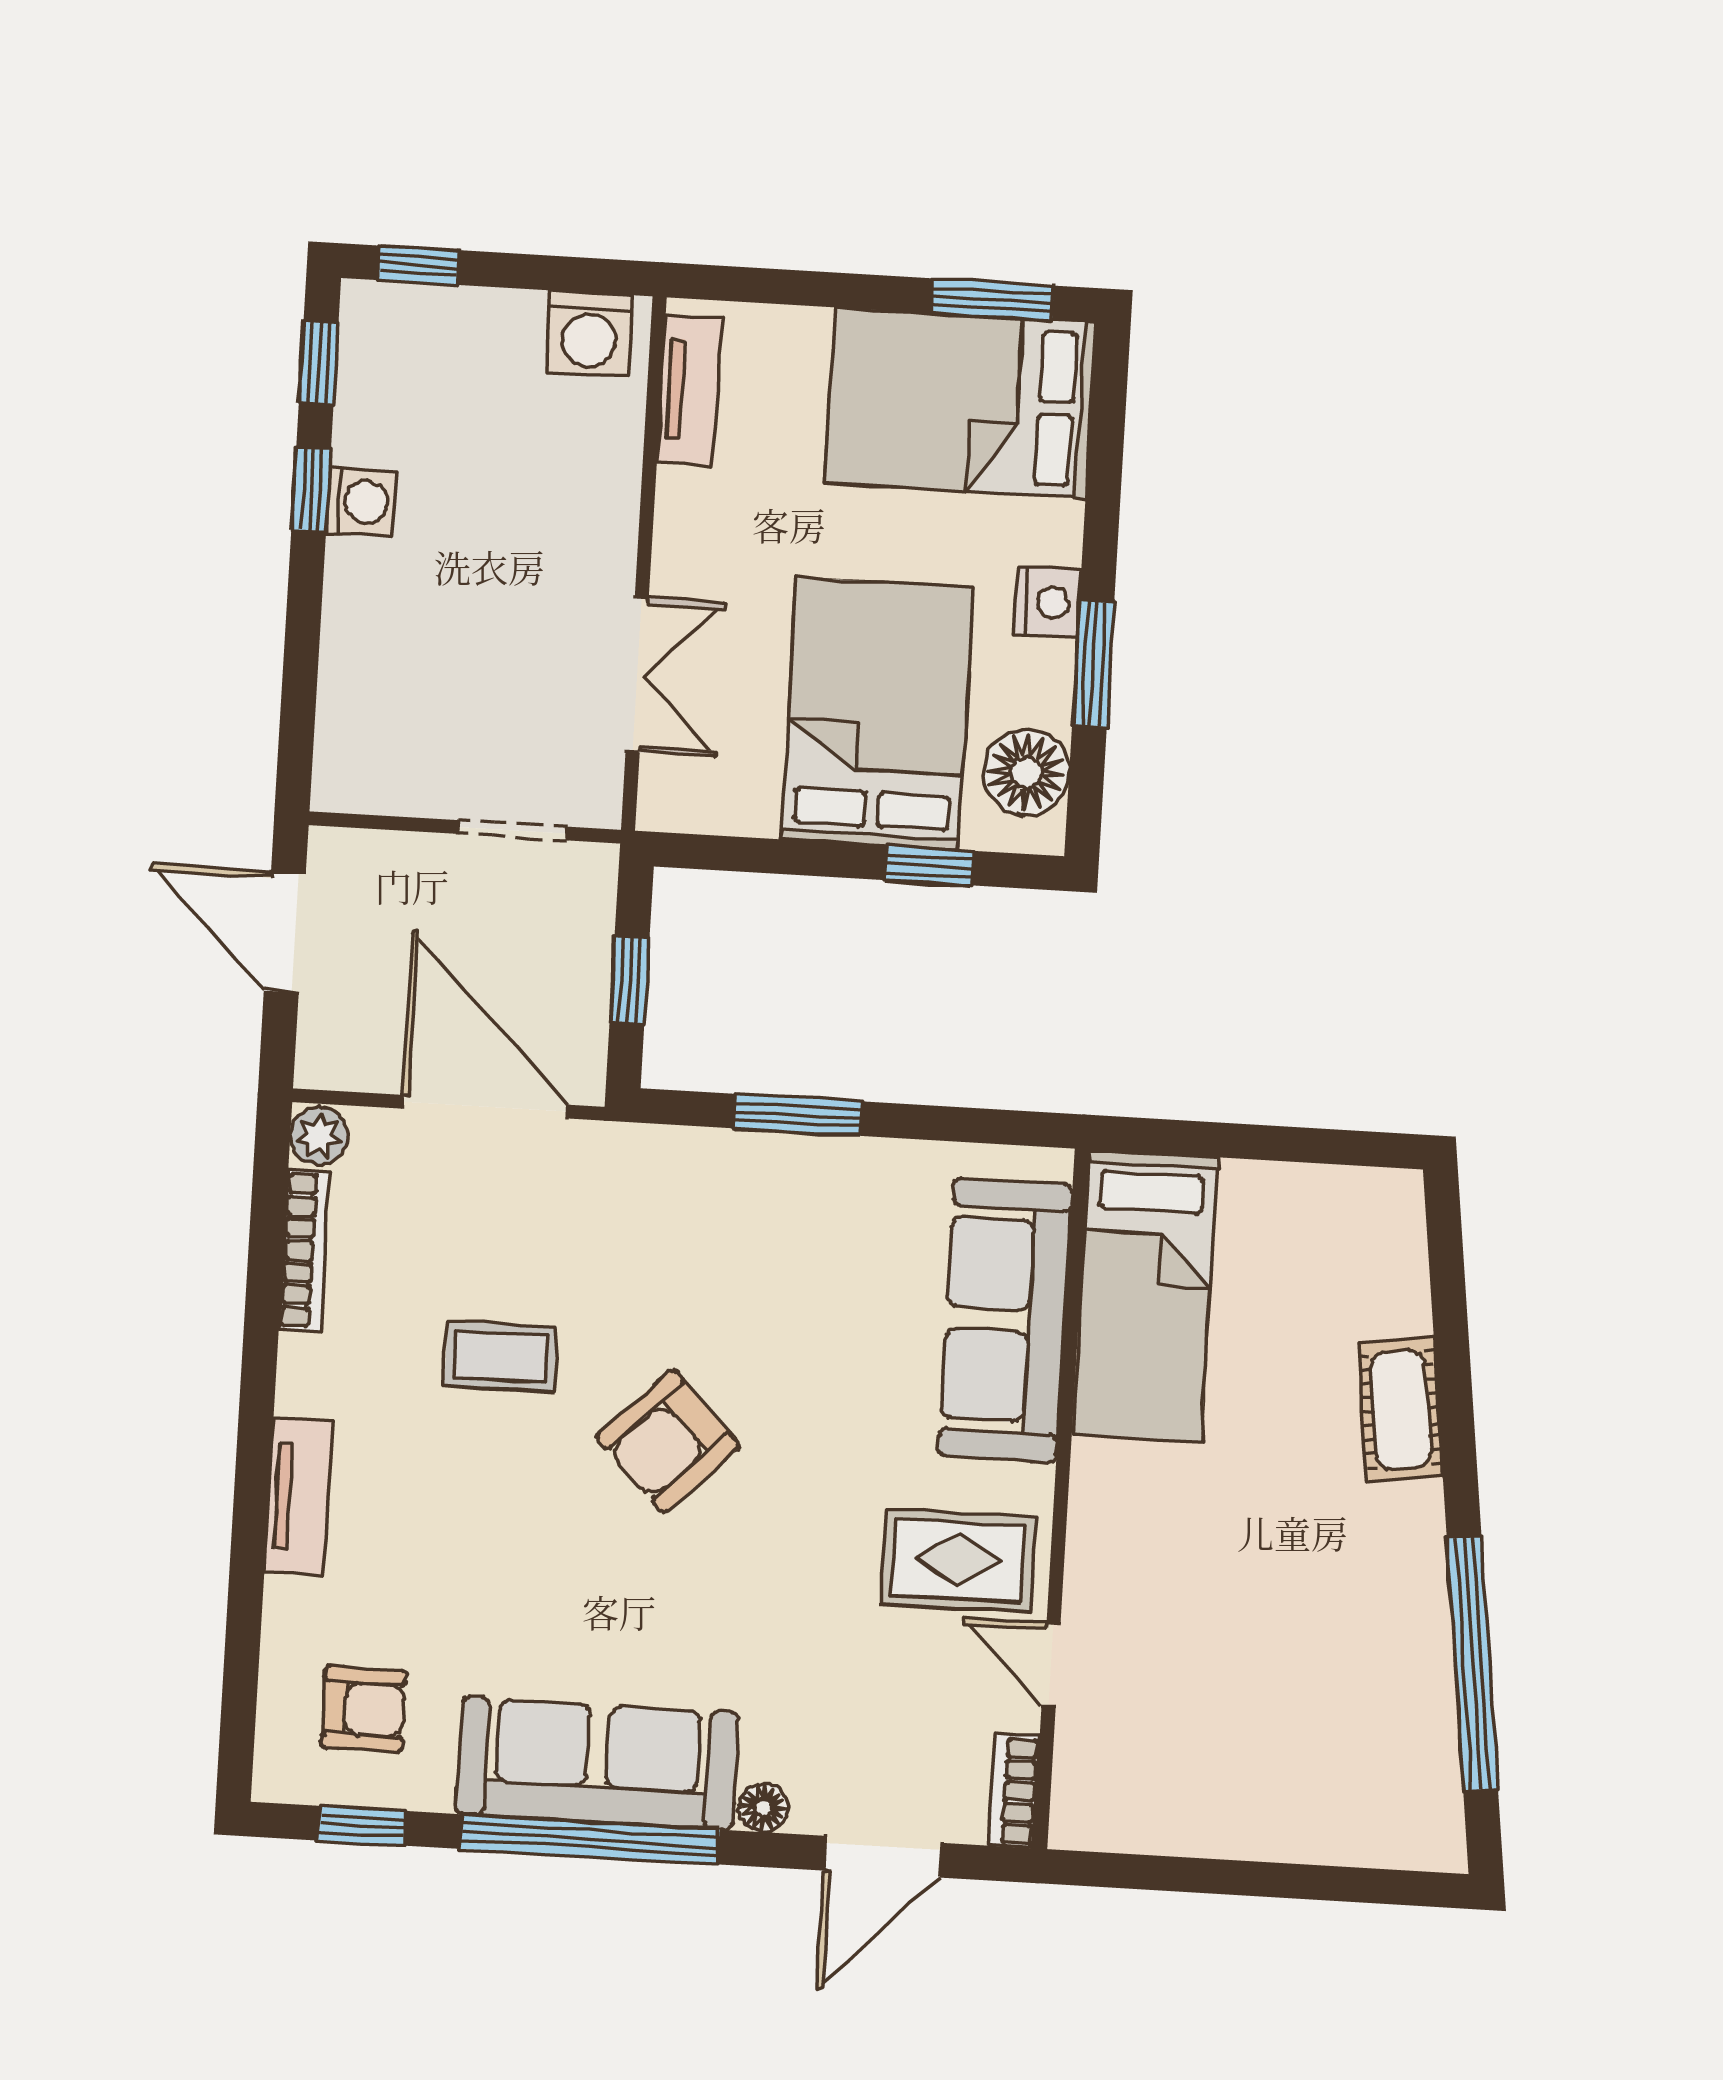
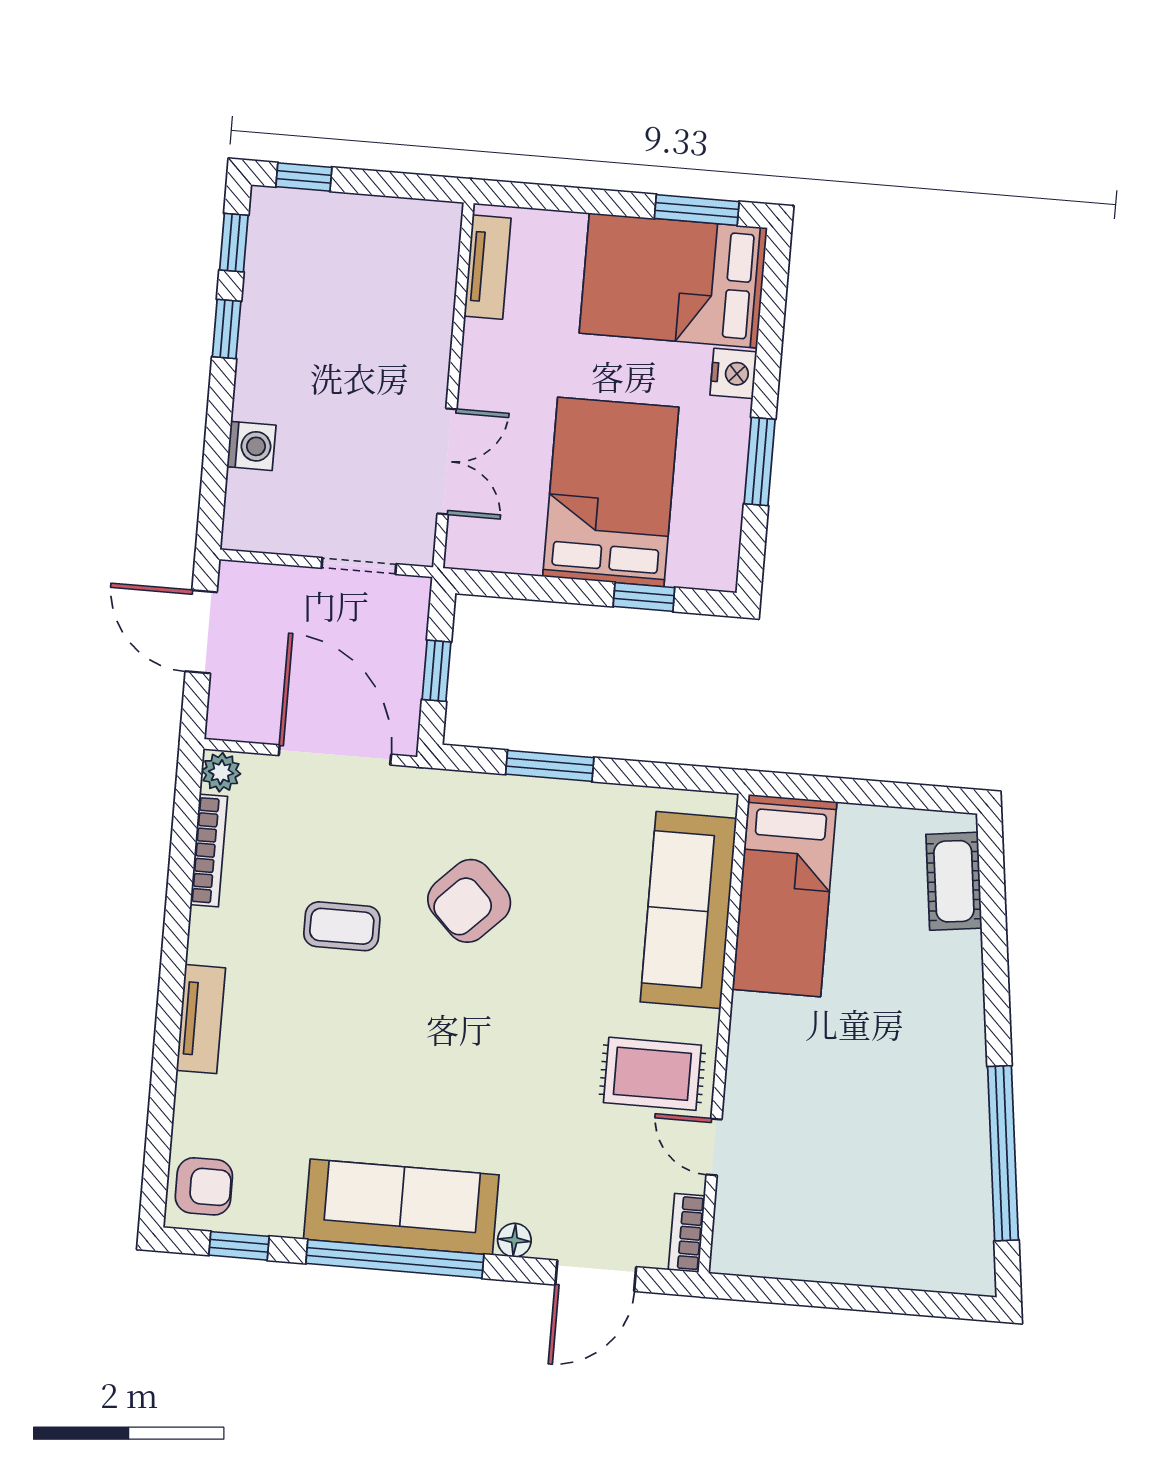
washing machine: (589, 334) -> (420, 227), removed
washing machine: (361, 502) -> (251, 446), moved
nightstand: (1048, 602) -> (733, 373), moved
floor lamp: (1026, 772) -> (712, 535), removed
cot: (1400, 1410) -> (954, 881), moved
armchair: (668, 1441) -> (469, 901), moved
armchair: (363, 1709) -> (204, 1186), moved

